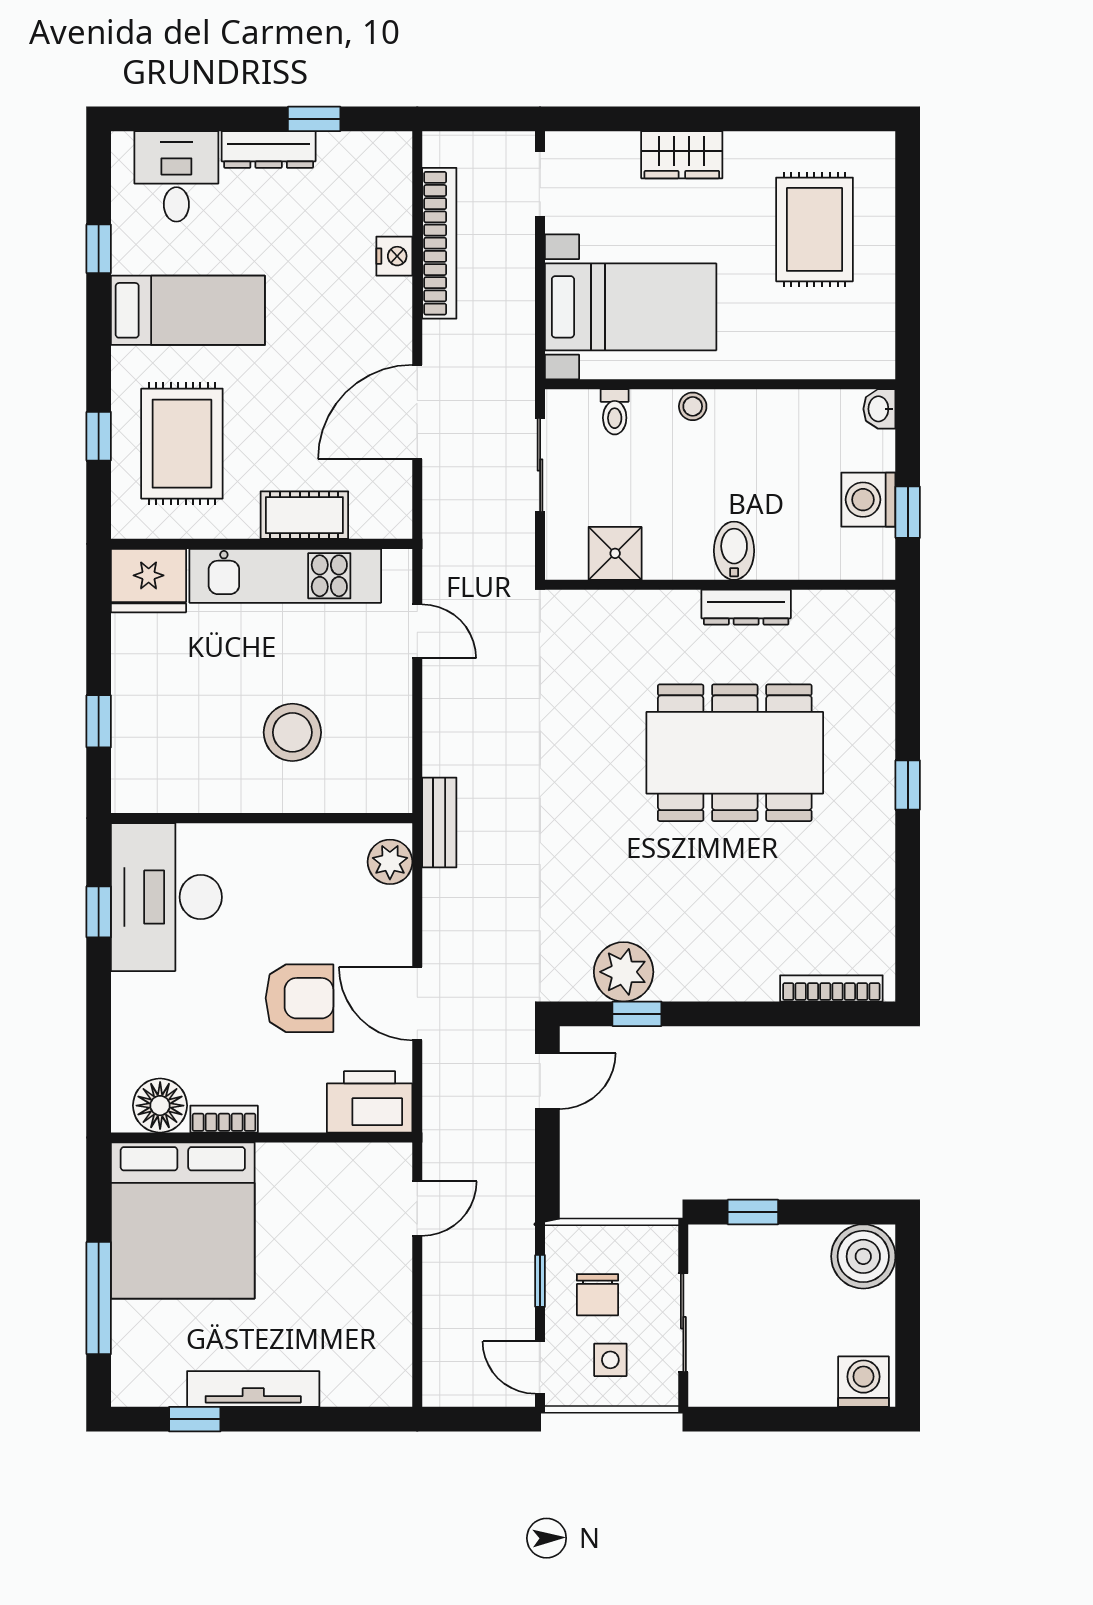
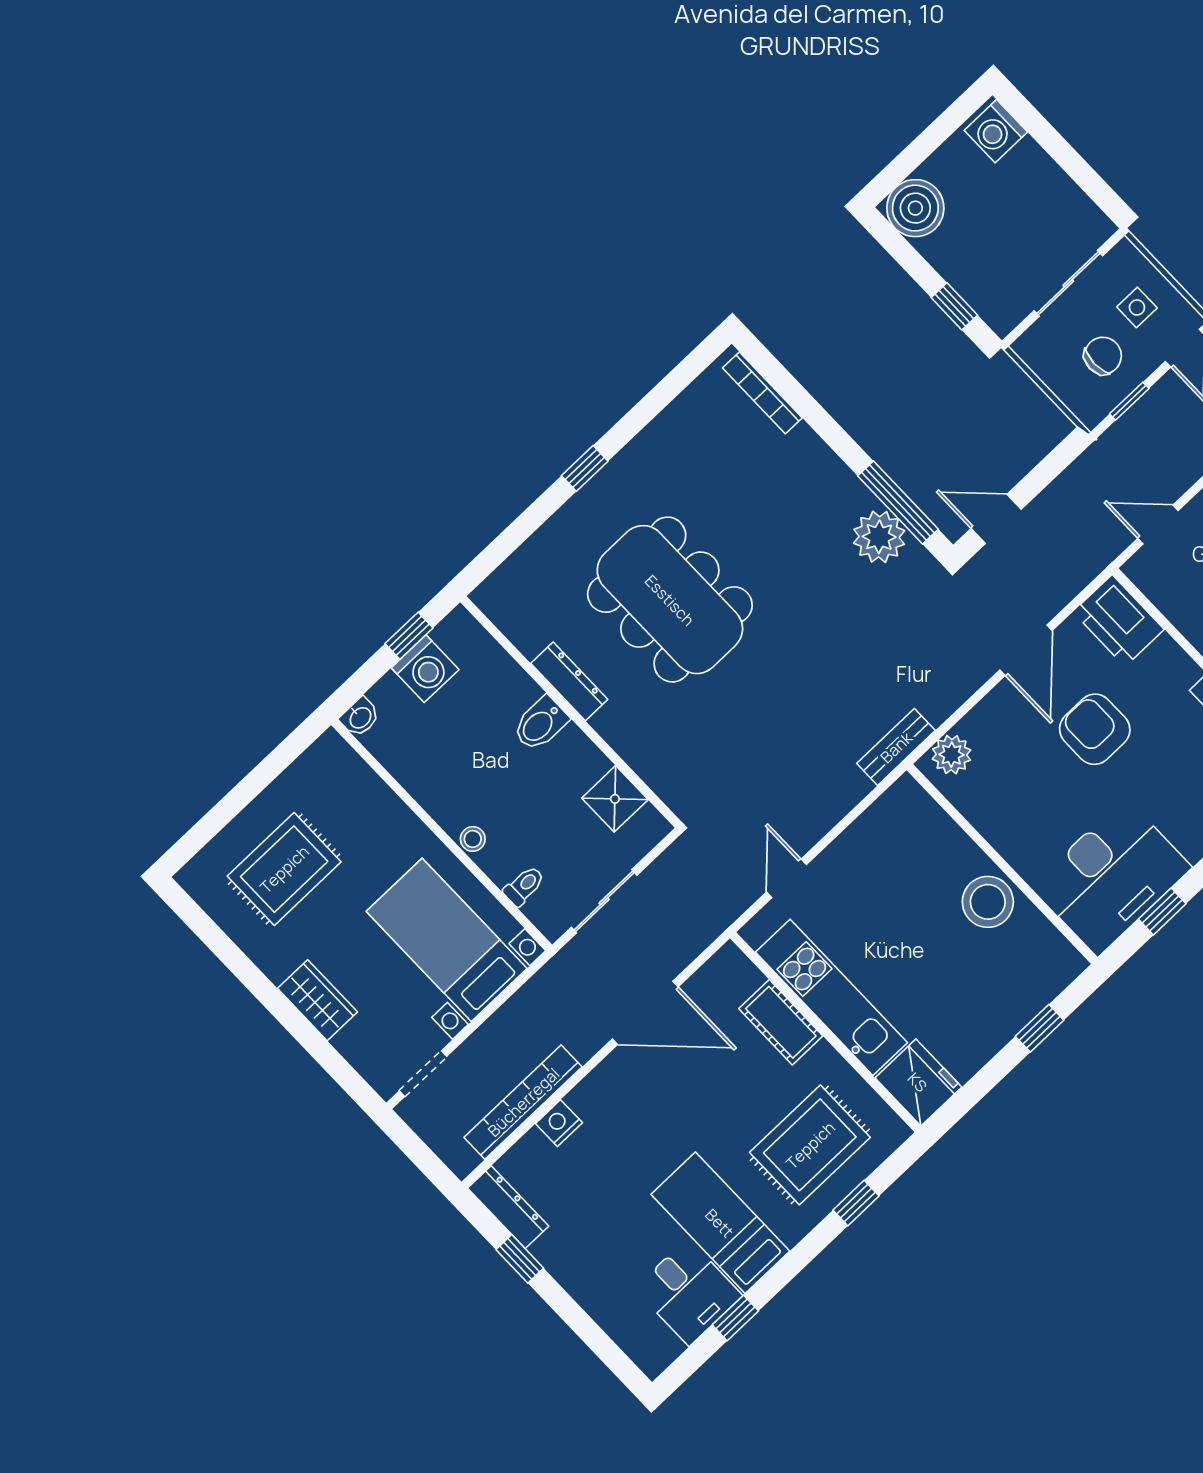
dresser: (269, 150) -> (508, 1207), moved
desk: (176, 176) -> (688, 1292), moved, turned -90
stool: (292, 732) -> (988, 902), moved
window: (637, 1014) -> (898, 502), width x2.17

